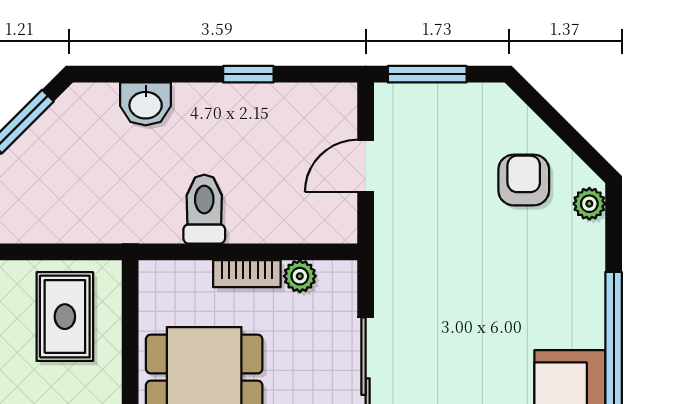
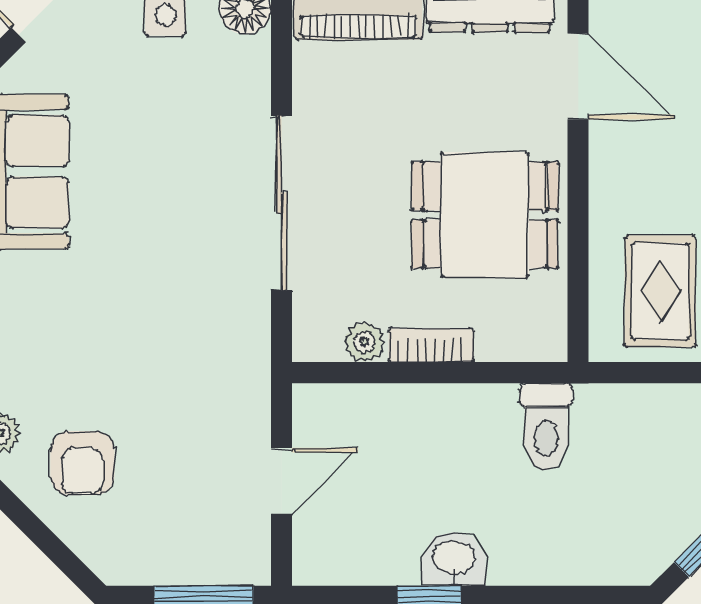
washbasin: (146, 104) -> (454, 559), moved
toilet: (204, 209) -> (546, 426), moved

